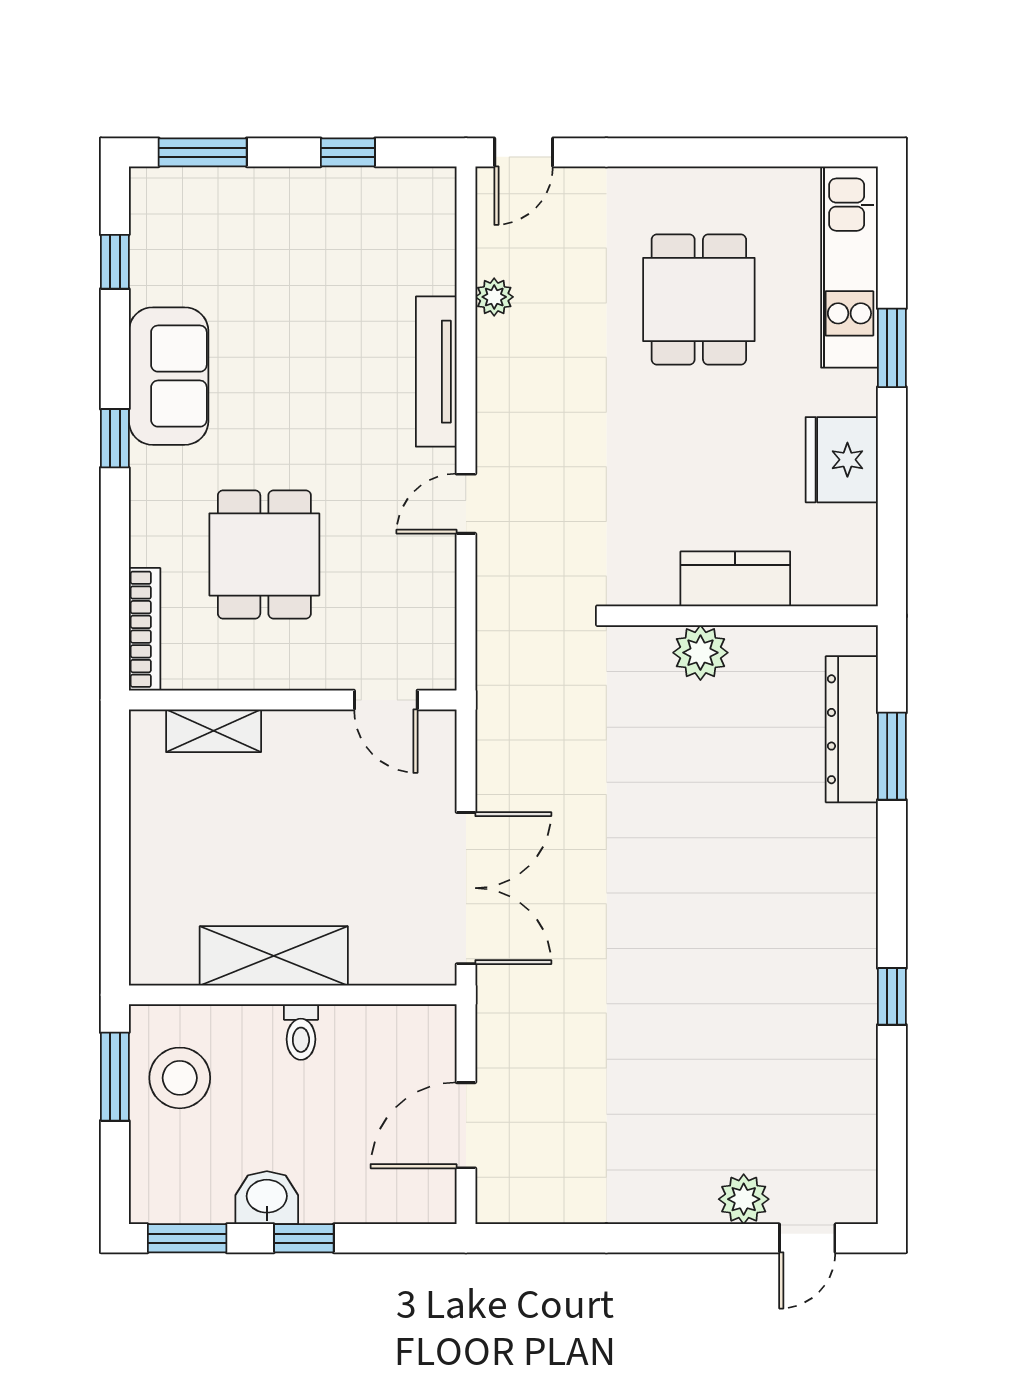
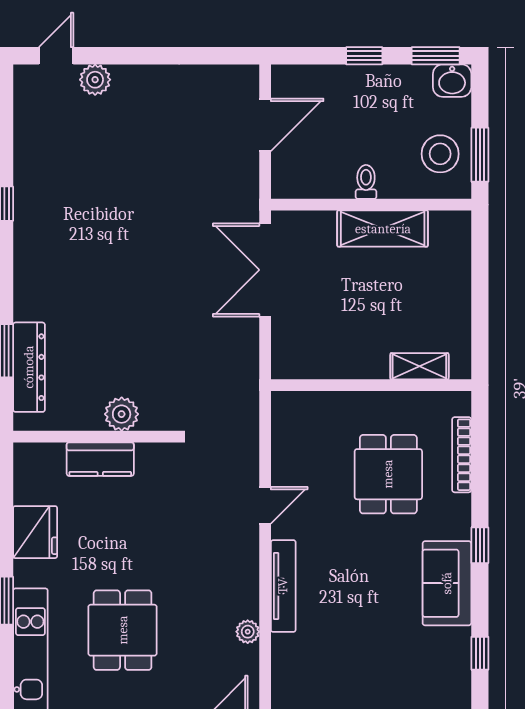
bookcase: (145, 629) -> (462, 455), moved
door: (386, 700) -> (314, 385), removed
washbasin: (267, 1198) -> (452, 81), moved

